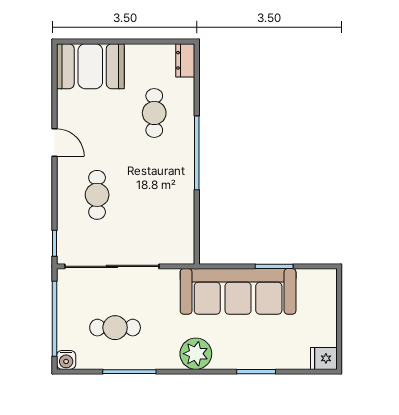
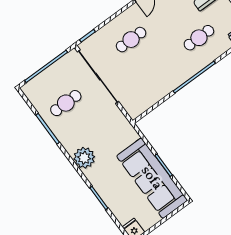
sofa: (238, 291) -> (152, 178), moved
cafe table: (115, 328) -> (66, 103), turned 90
water cooler: (66, 360) -> (28, 89), removed

